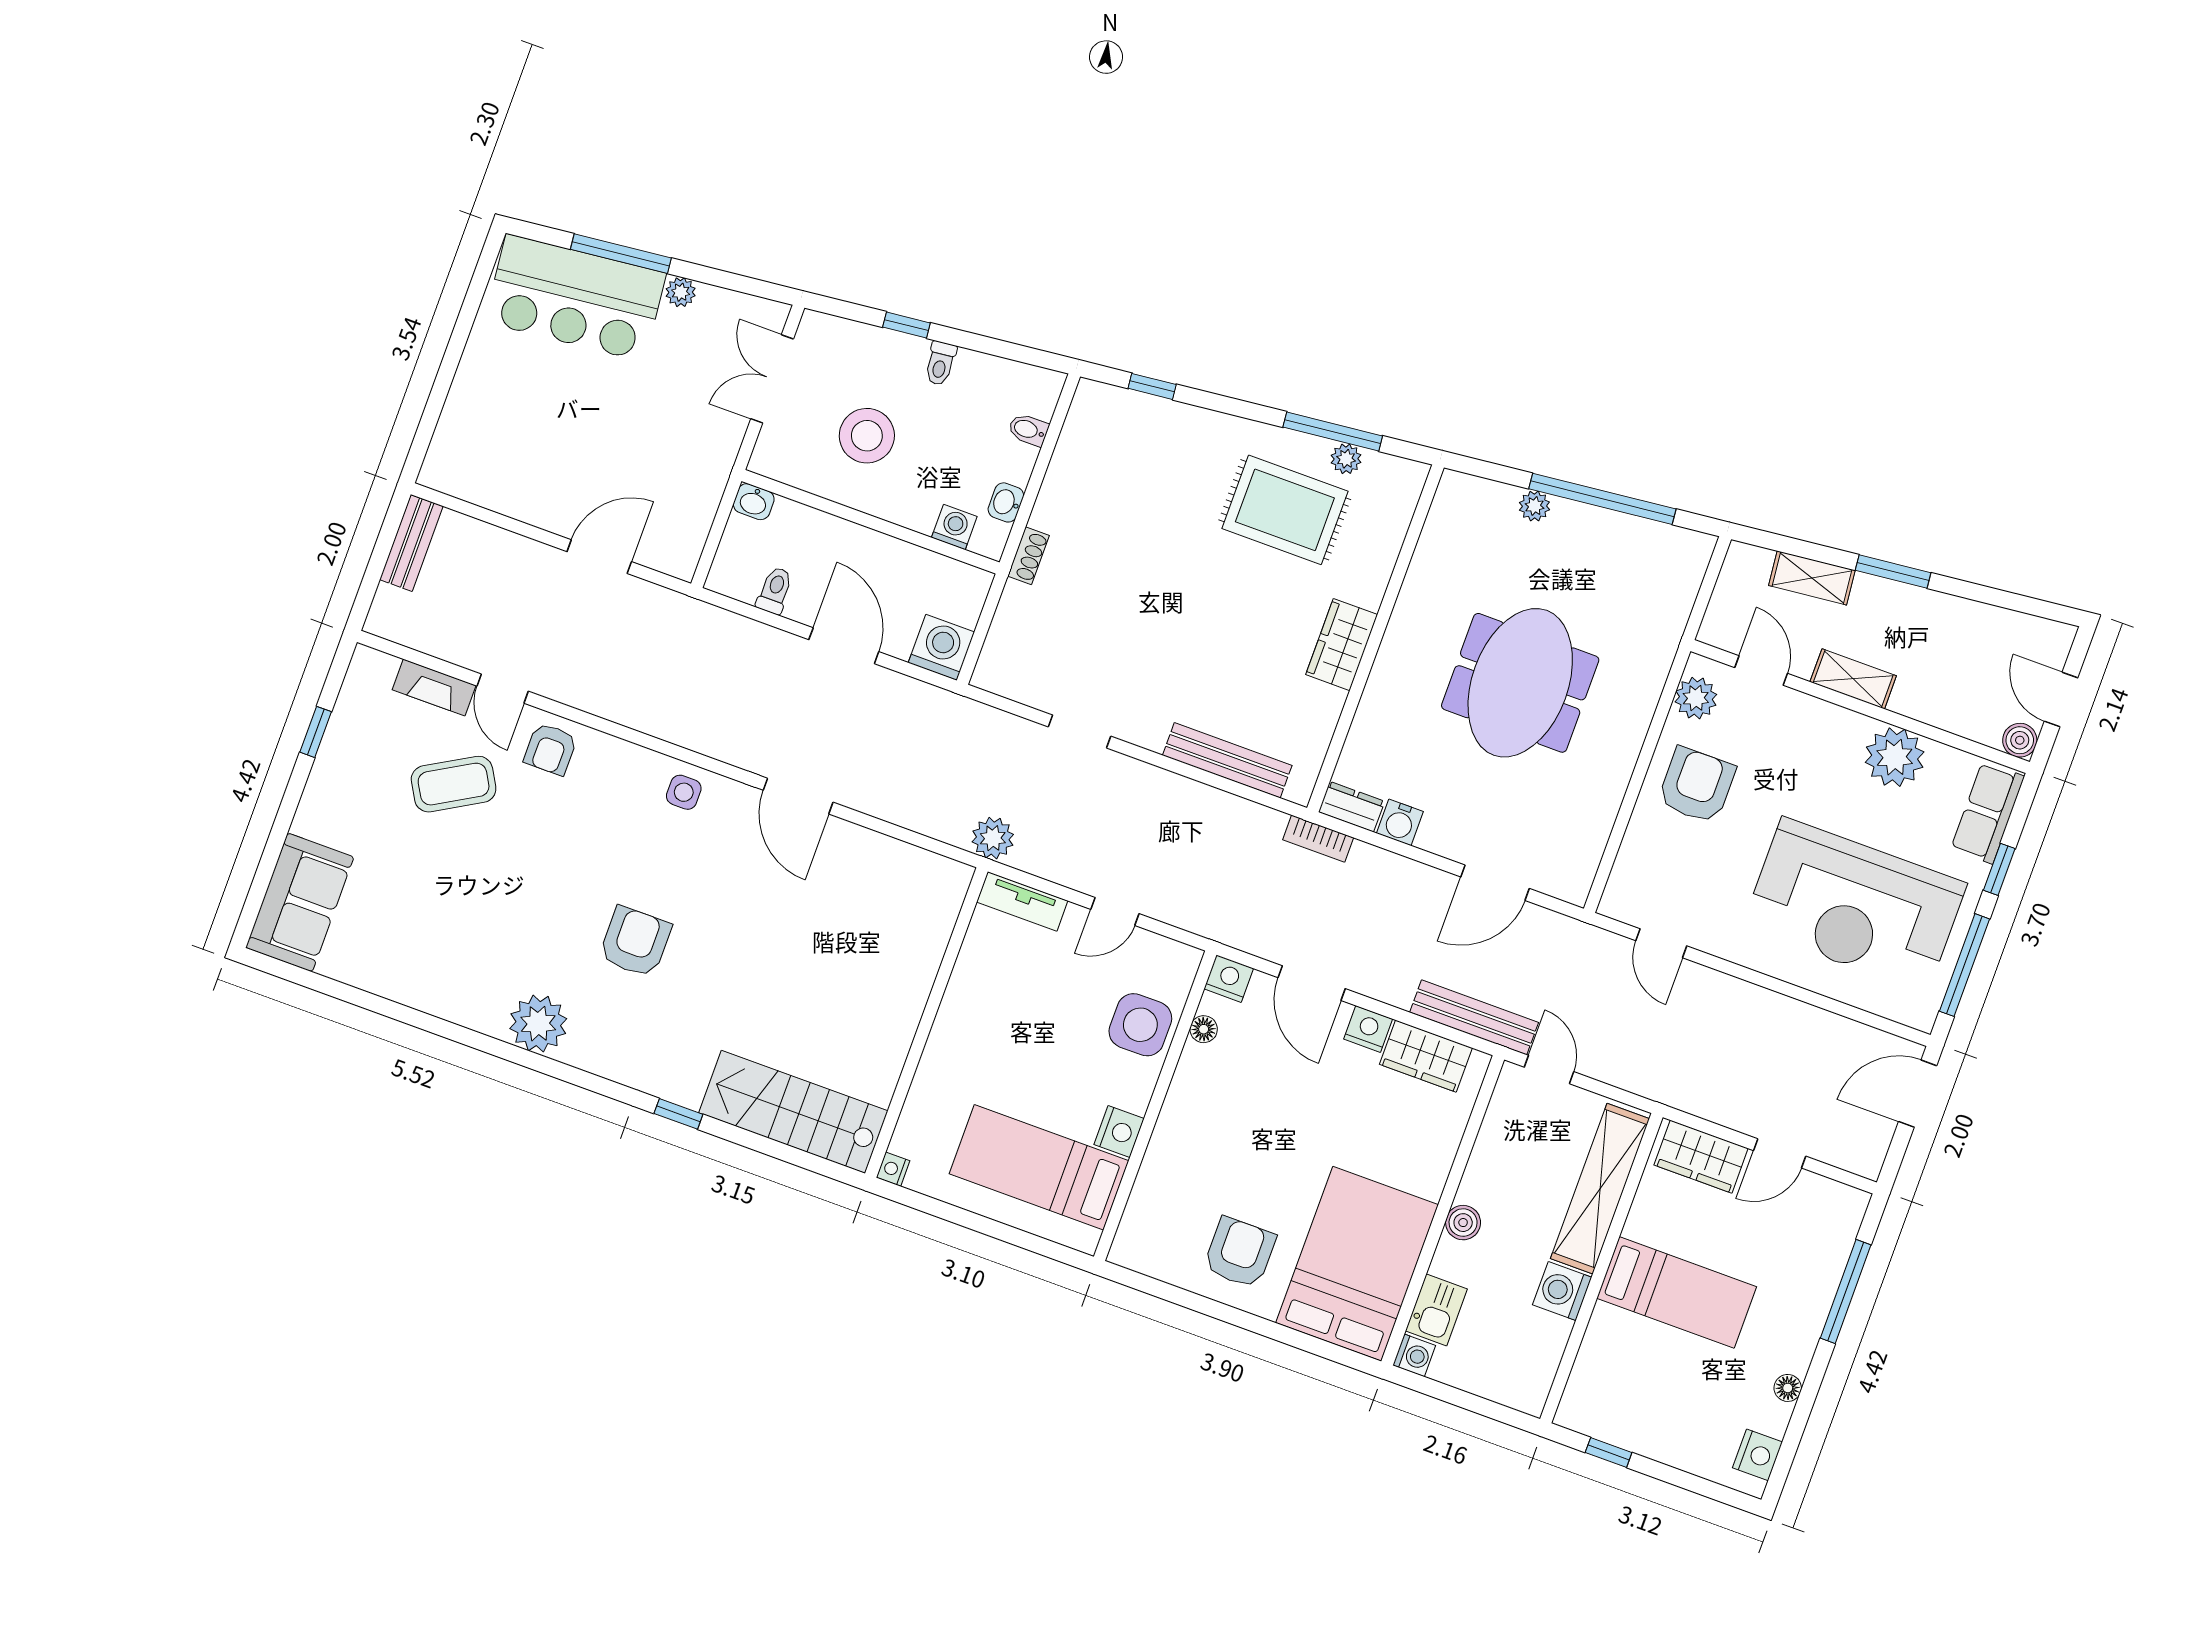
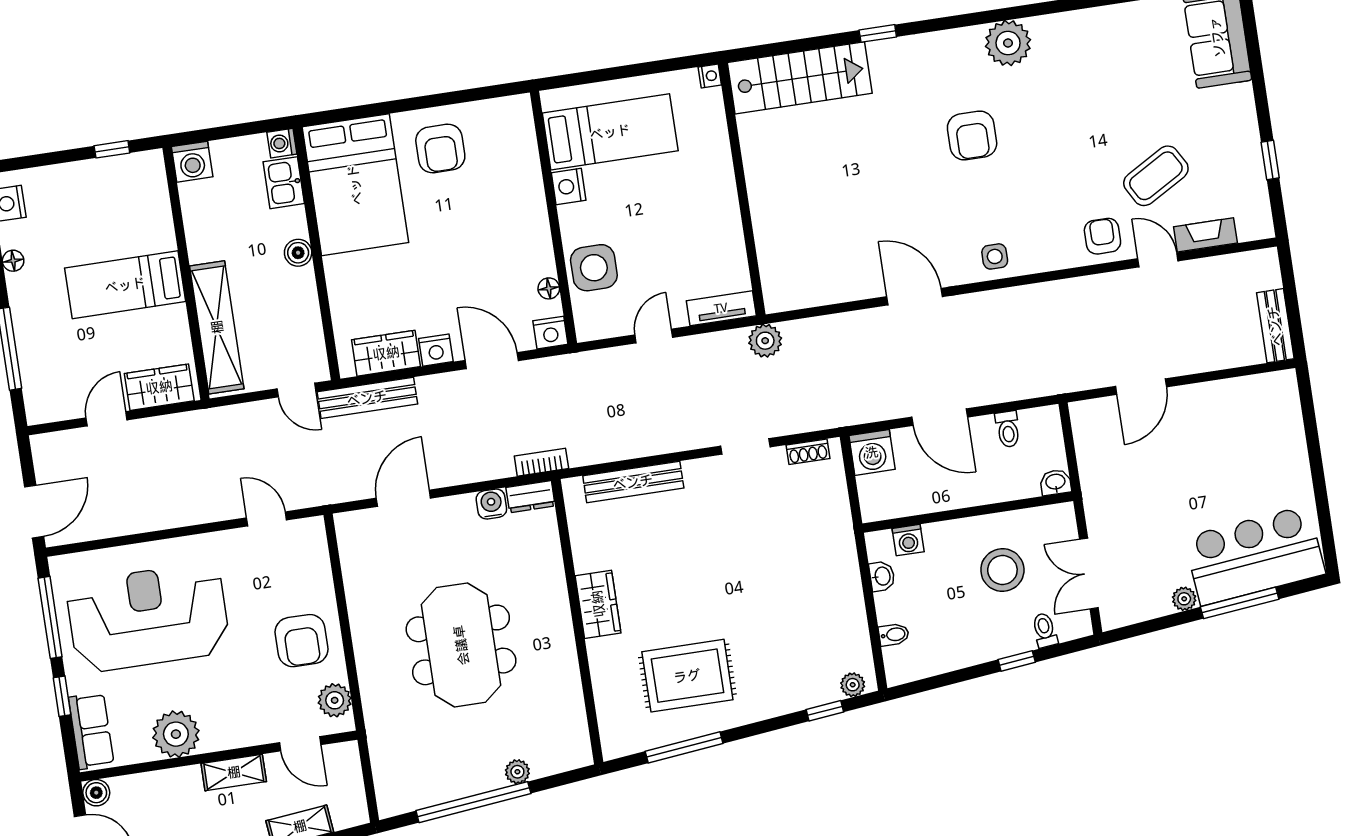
toilet: (940, 363) -> (1045, 630), moved
double door: (772, 379) -> (1089, 574), swing flipped
plant: (1346, 459) -> (853, 685), moved
shoe rack: (1028, 556) -> (808, 452), moved, turned -90
washing machine: (1562, 1291) -> (192, 162), moved, turned 90

